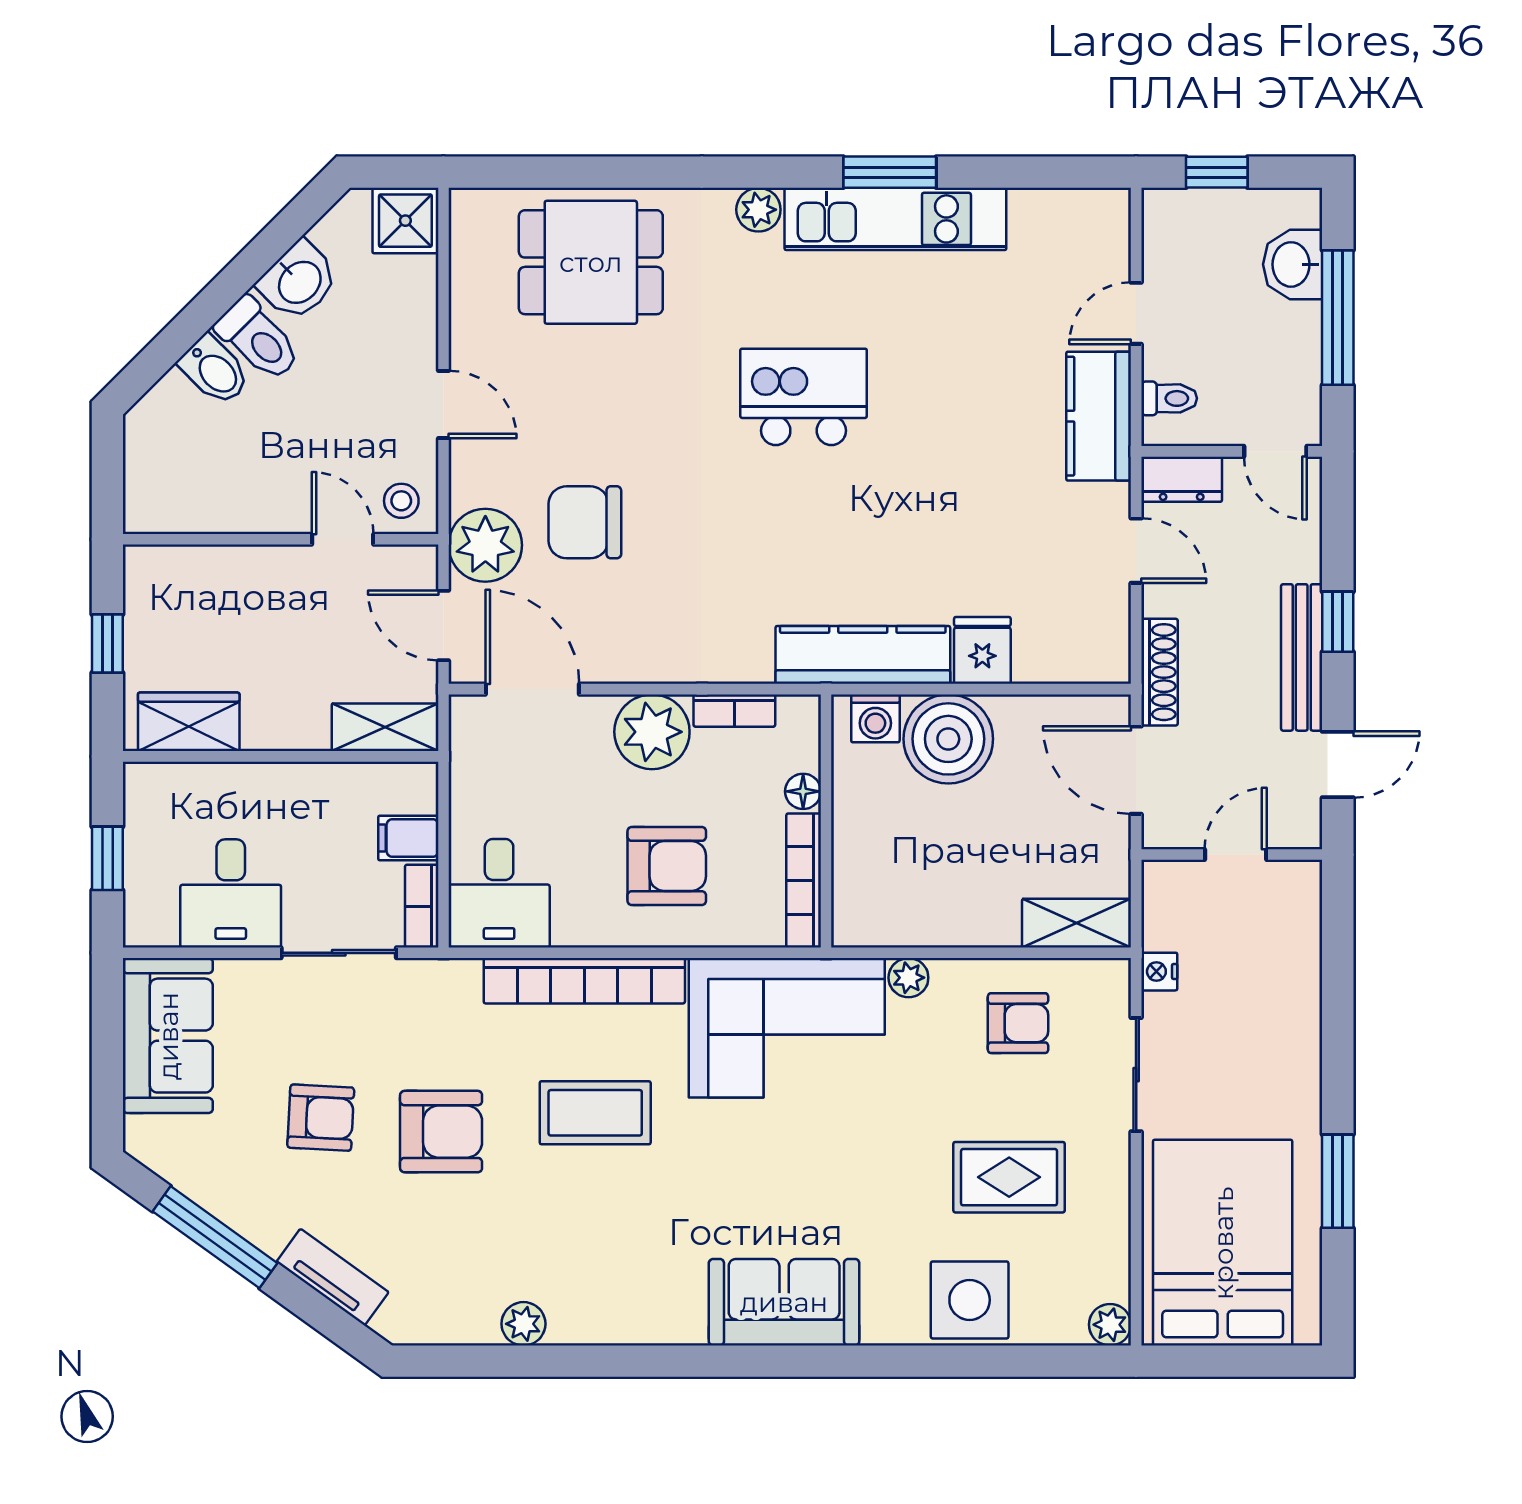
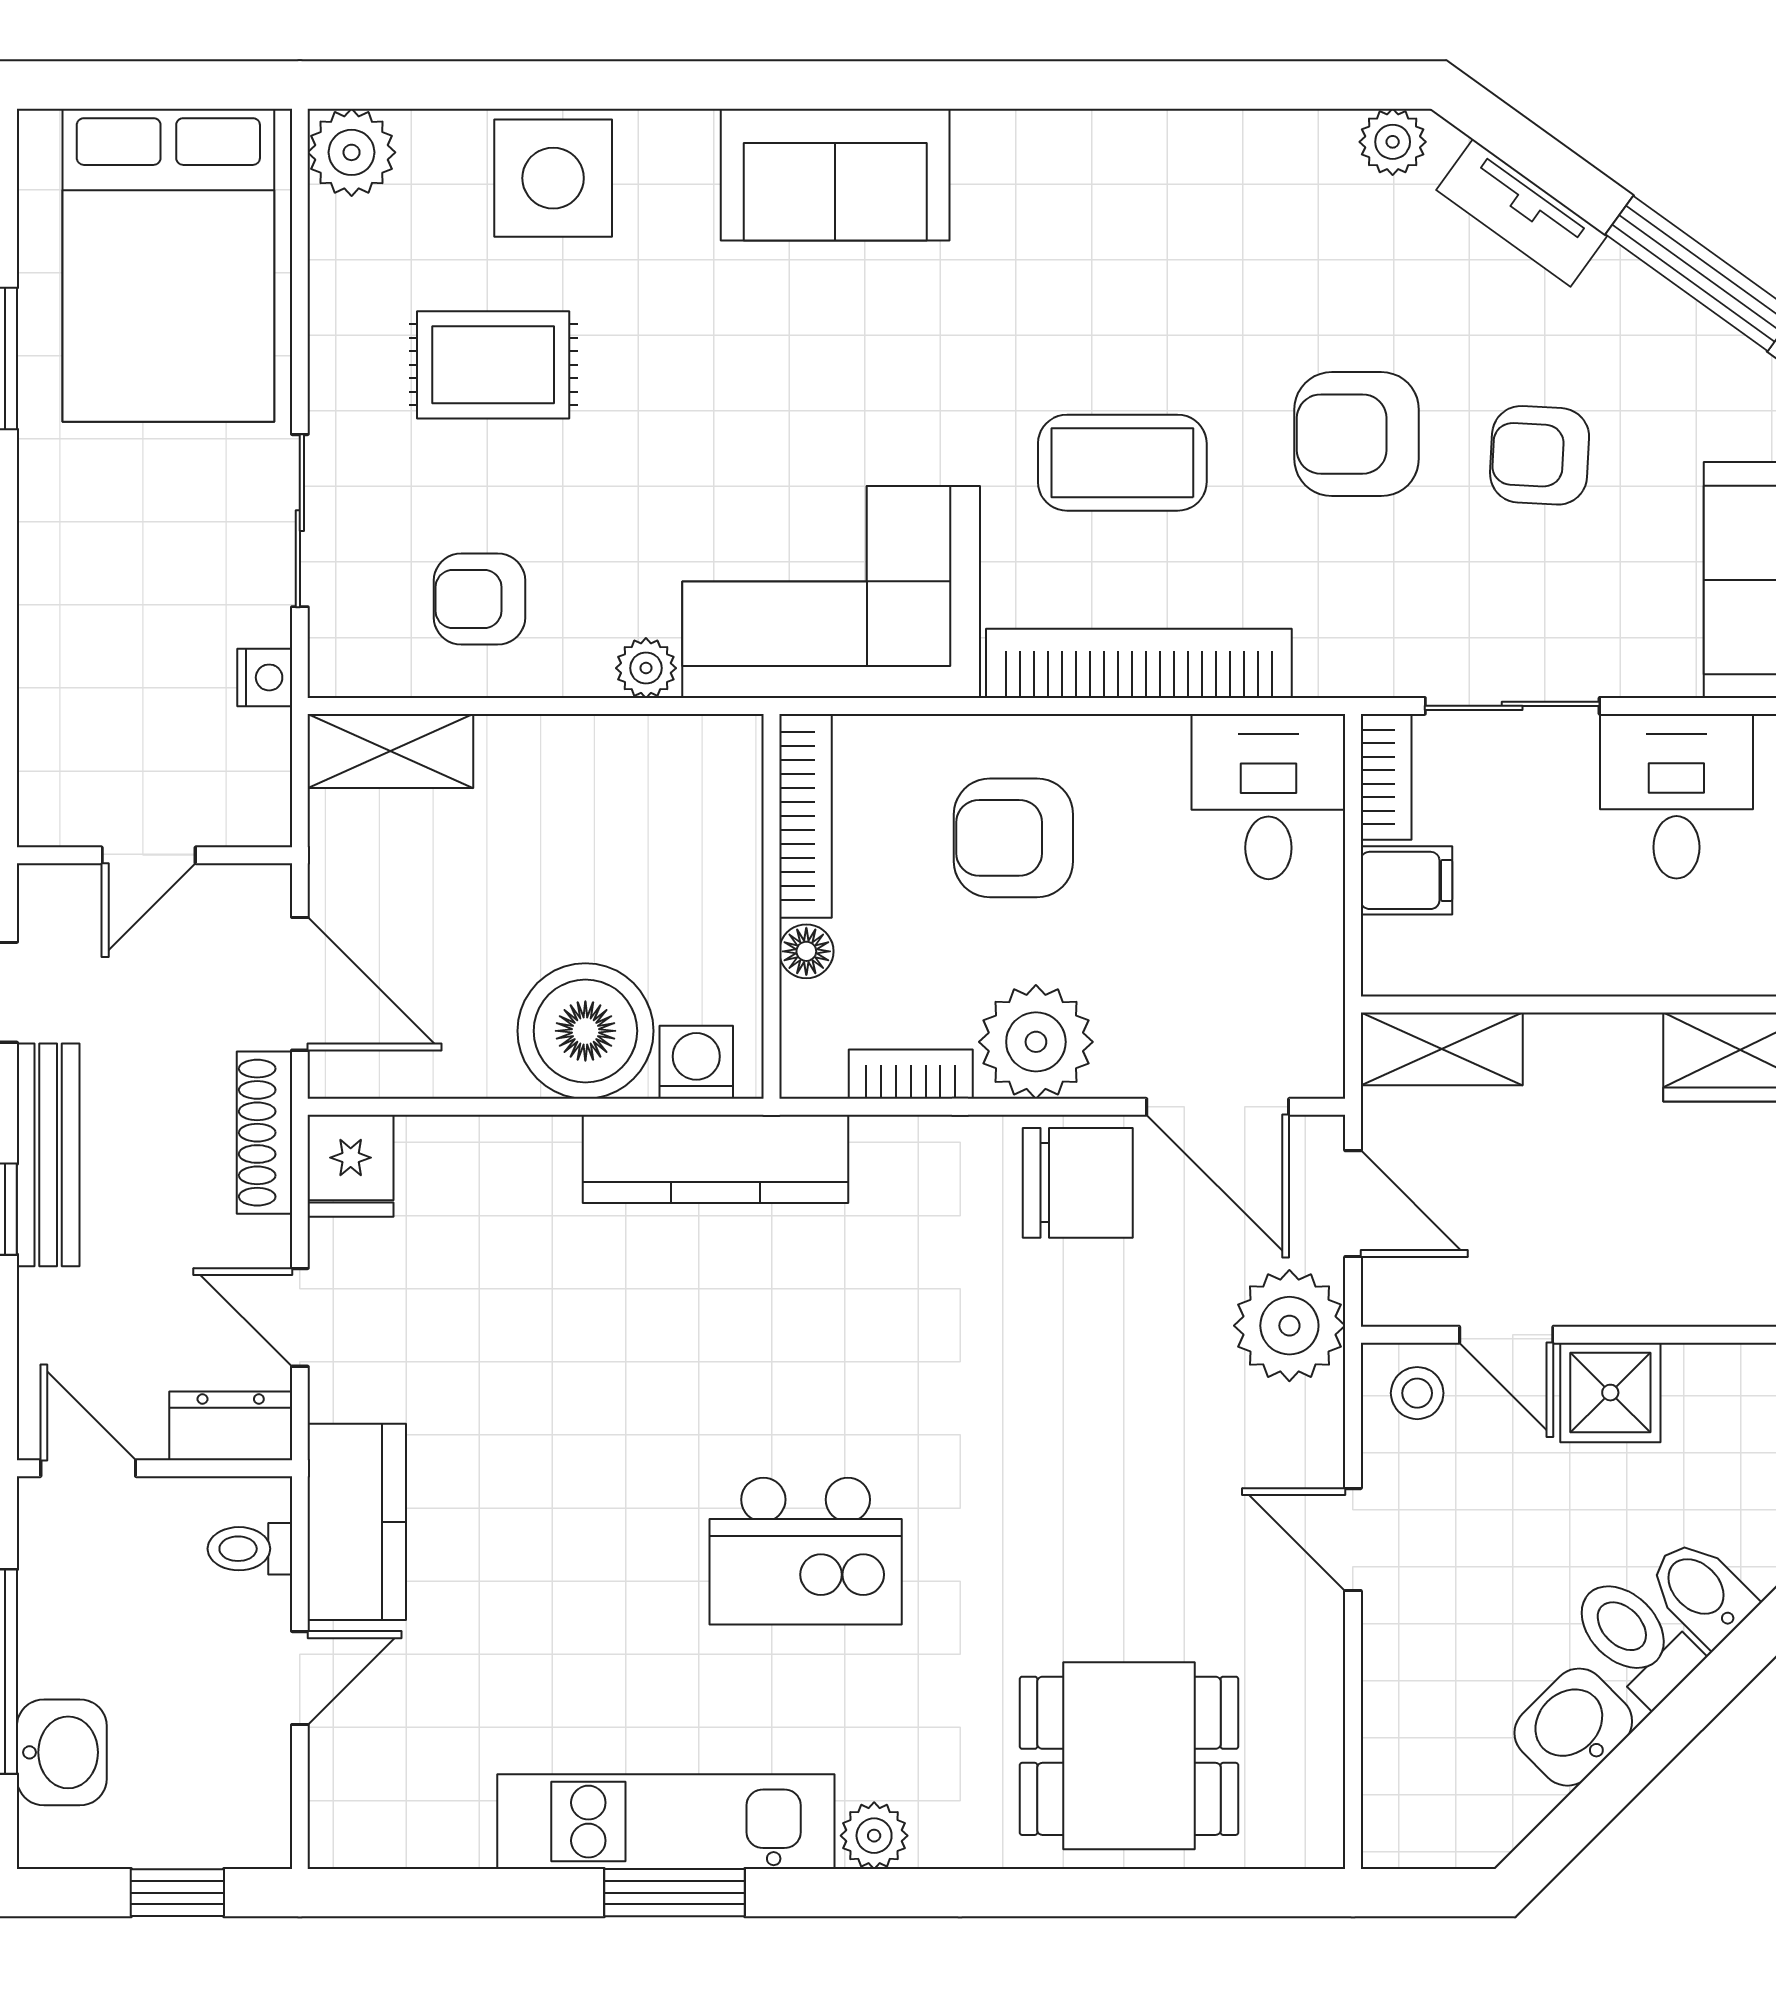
shower: (405, 221) -> (1610, 1393), moved
chair: (585, 522) -> (1078, 1183), moved
fridge: (982, 650) -> (351, 1166), moved
plant: (523, 1324) -> (1393, 142), moved
plant: (1110, 1325) -> (352, 152), width x1.38, depth x1.38

